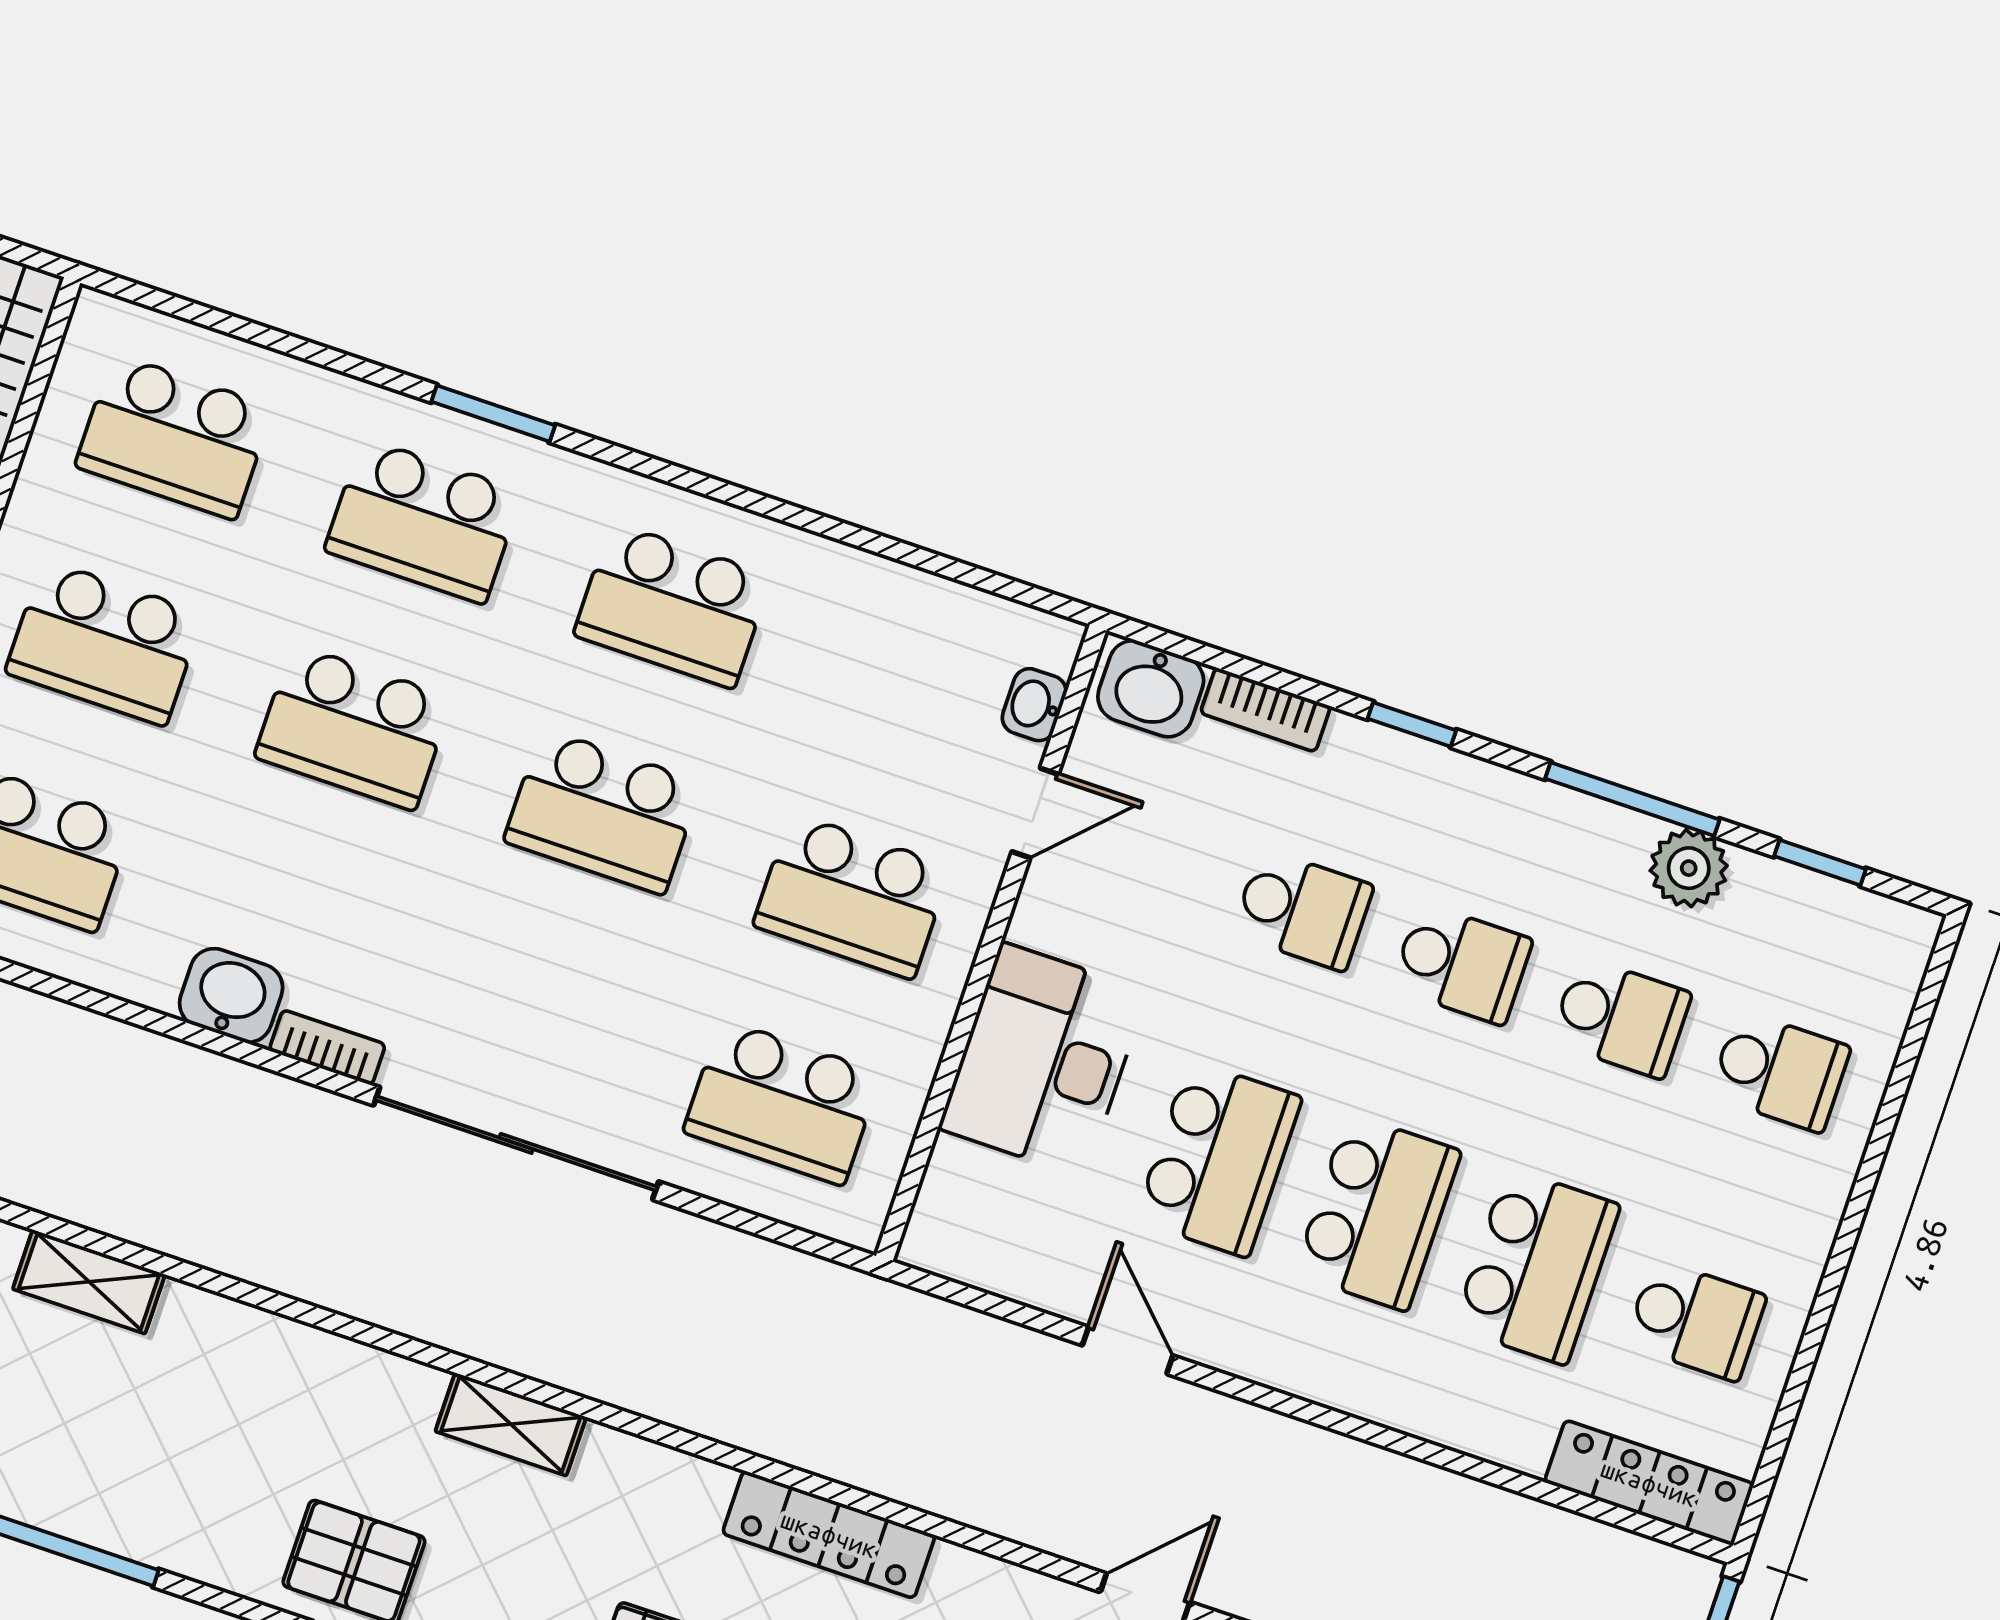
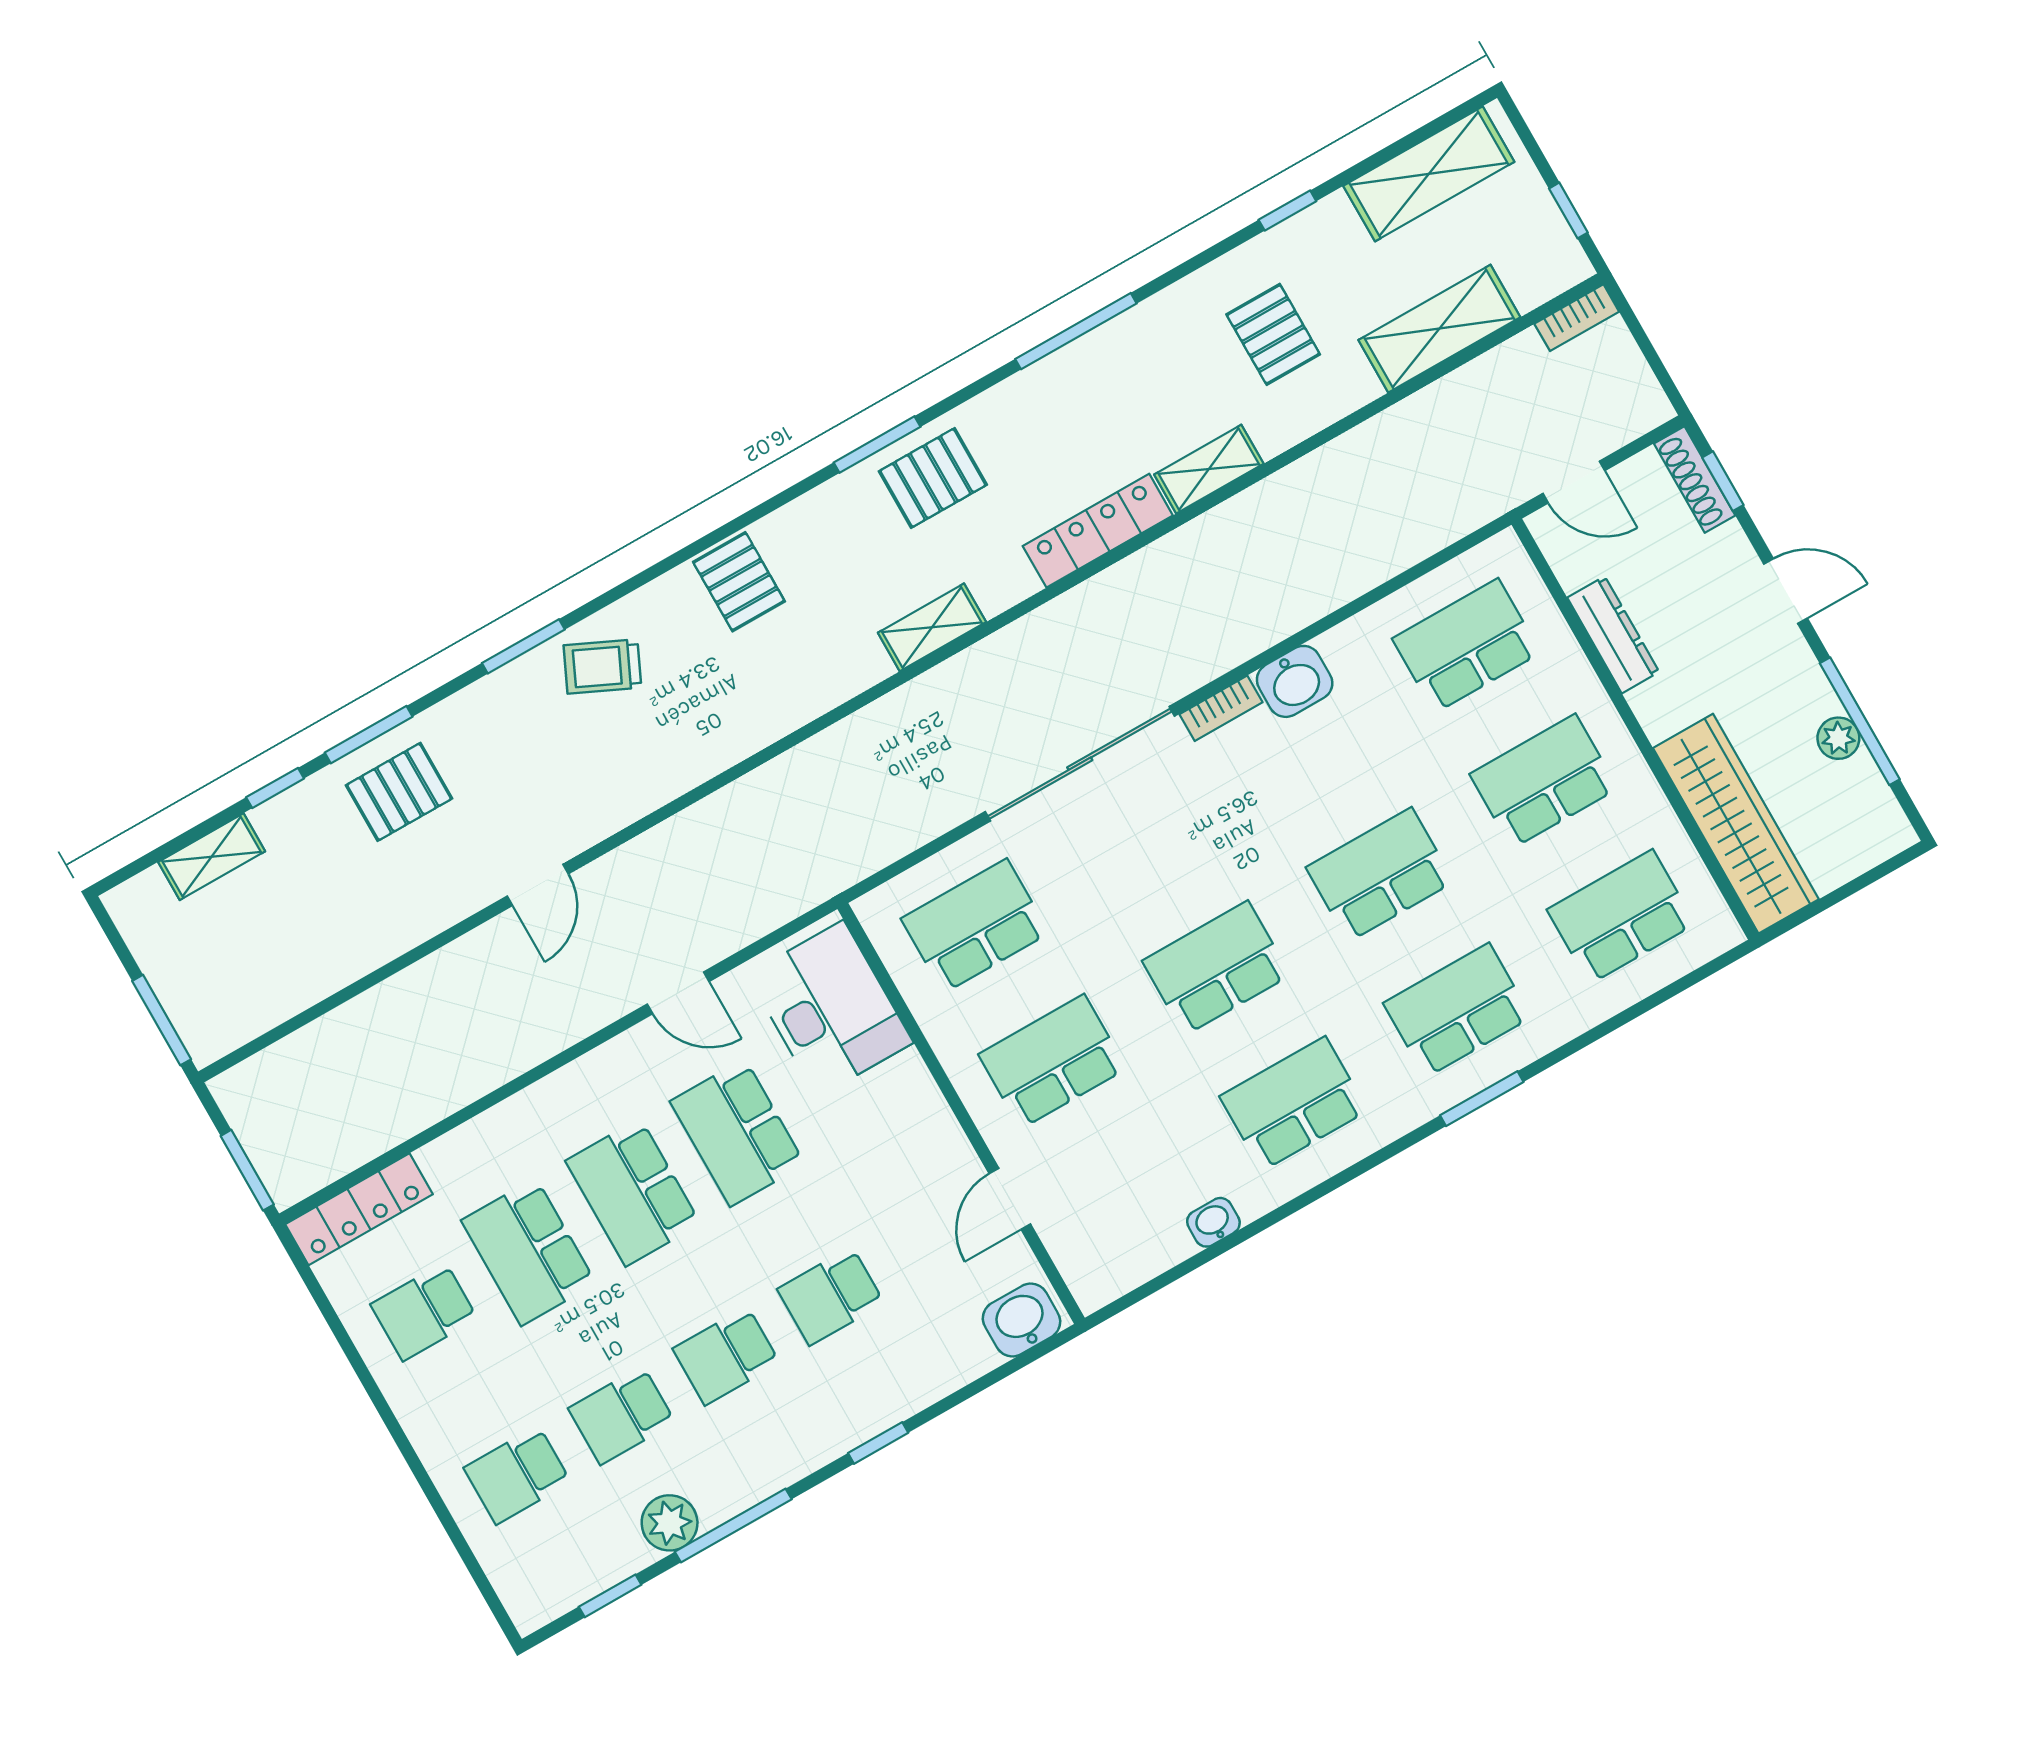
washbasin: (1034, 705) -> (1213, 1222), moved, turned -90
bookcase: (1265, 710) -> (956, 1371), removed
desk: (1043, 1060) -> (830, 1009), moved
locker: (829, 1534) -> (1098, 531), moved

